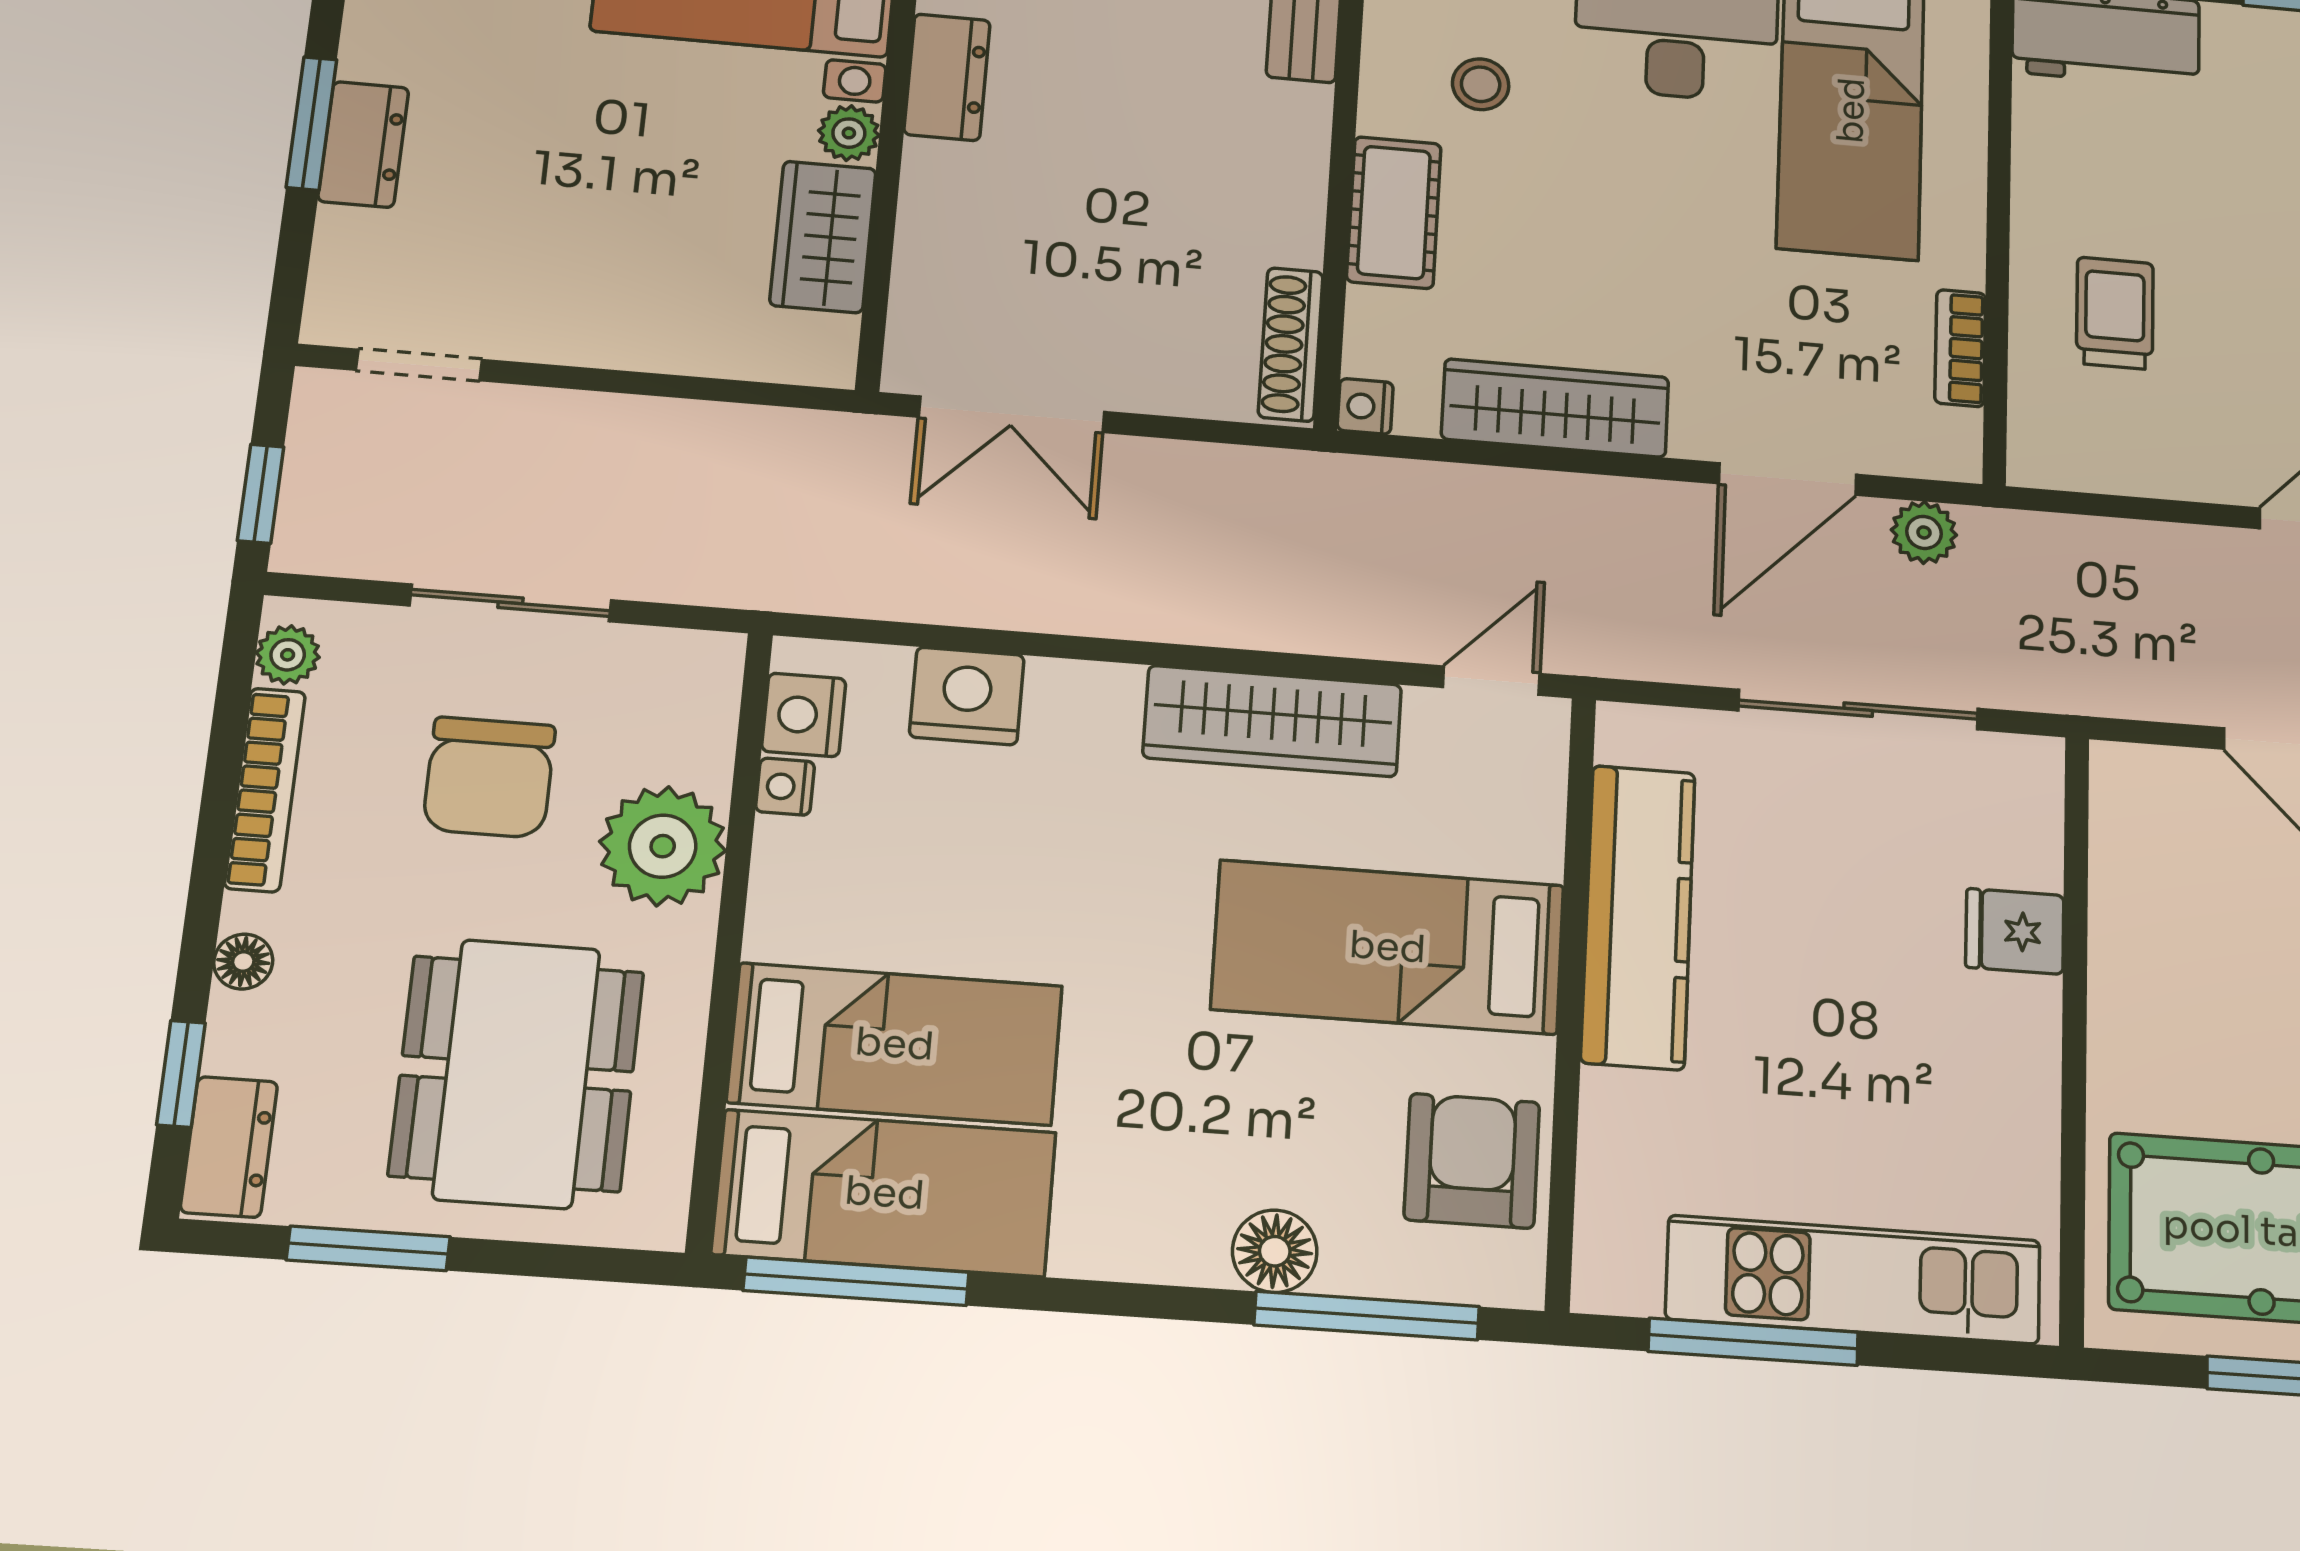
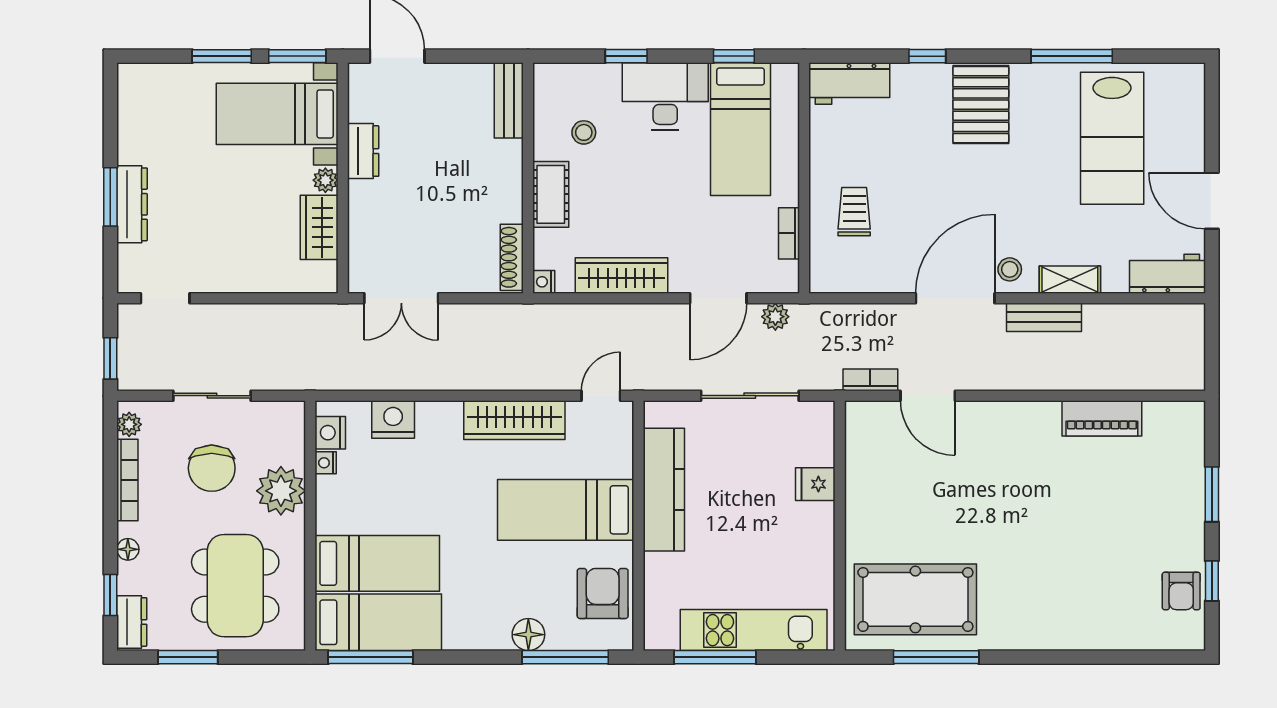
dresser: (363, 144) -> (132, 204), width x1.44
bookcase: (2151, 696) -> (870, 380), added

